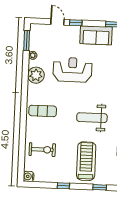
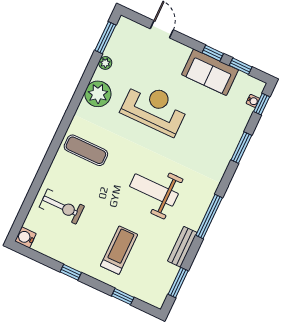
window: (76, 23) -> (213, 53), moved
treadmill: (86, 161) -> (119, 250), width x0.73, depth x0.73

